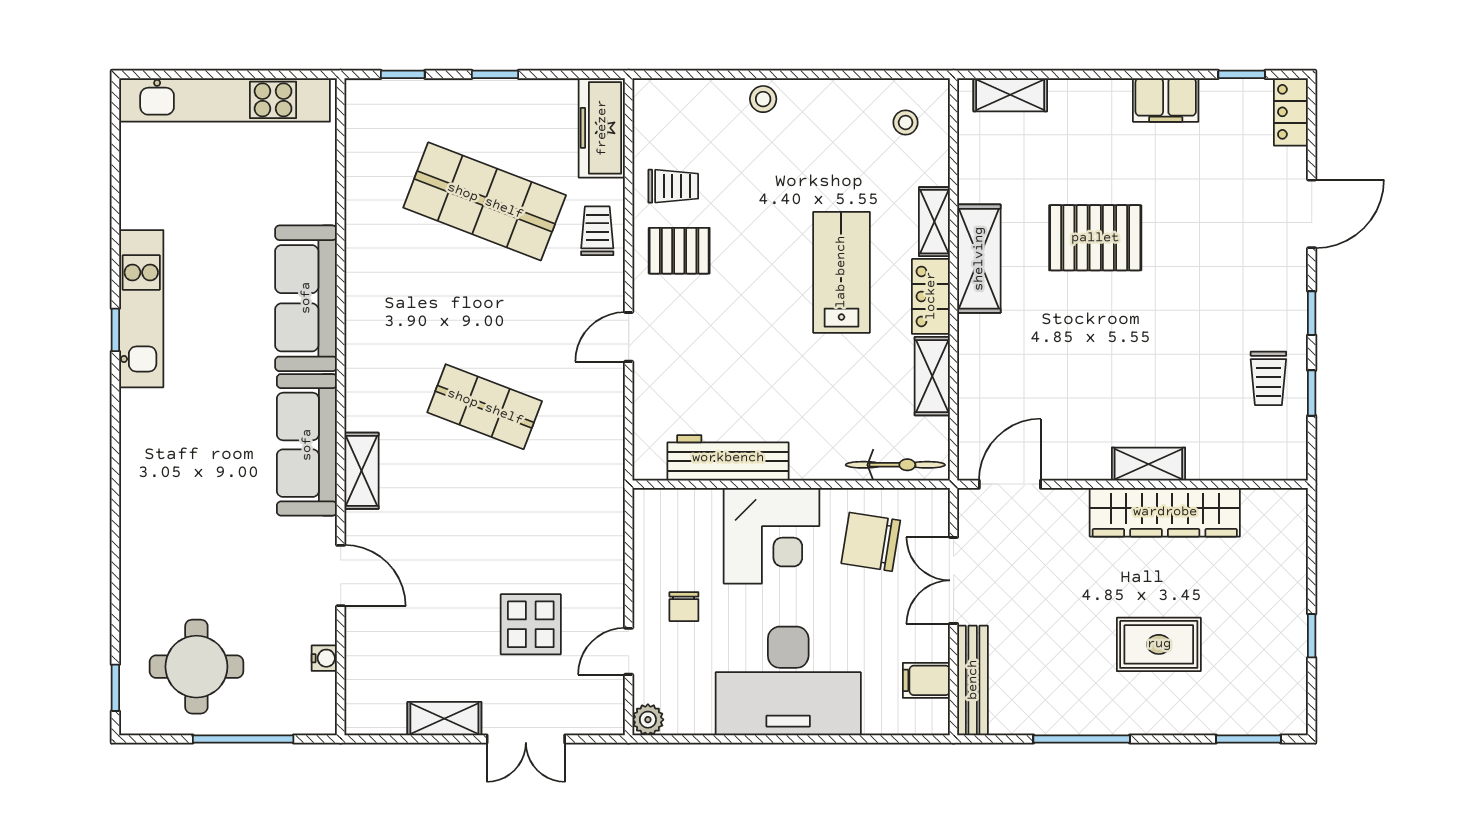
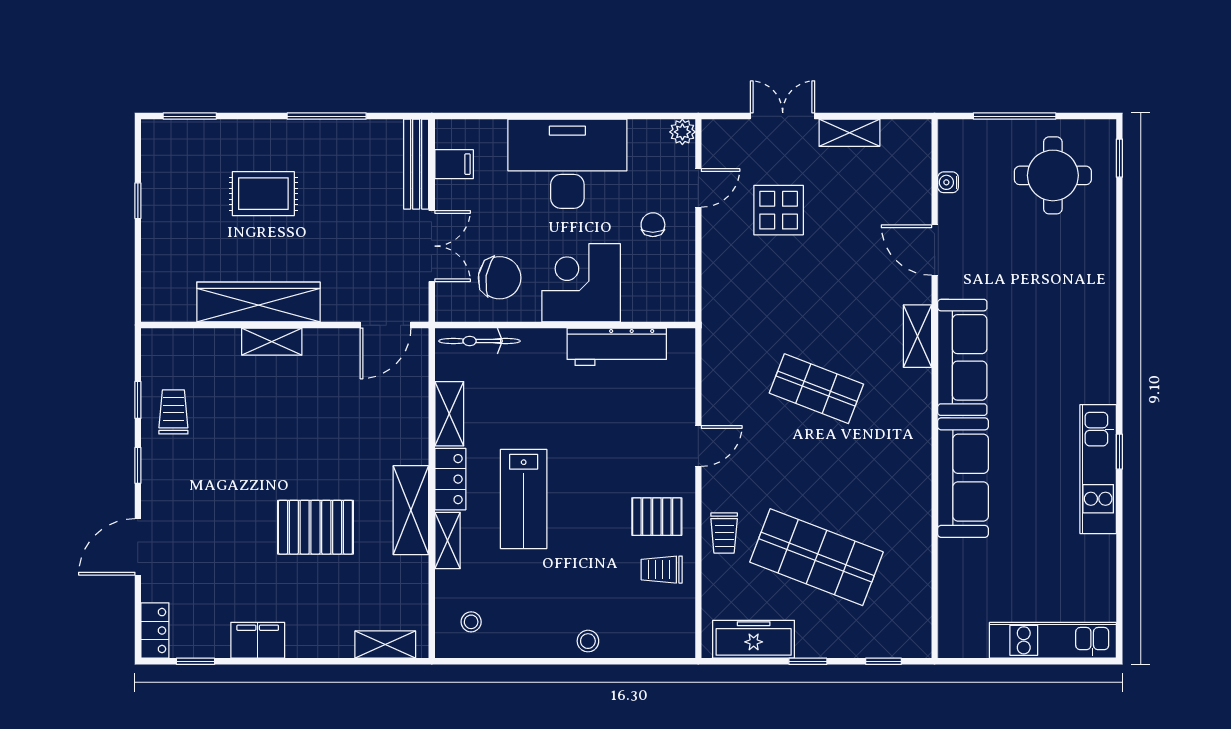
kitchen unit: (225, 100) -> (1053, 640), width x0.73
freezer: (602, 128) -> (754, 639), moved, turned -90

